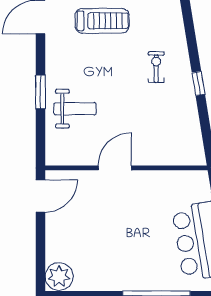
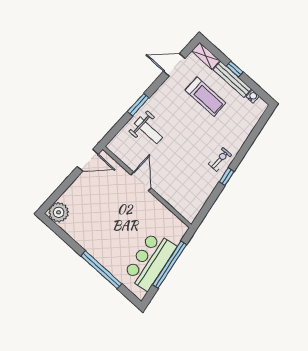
exercise bike: (156, 67) -> (220, 159), moved
door: (115, 168) -> (141, 181), hinge flipped

